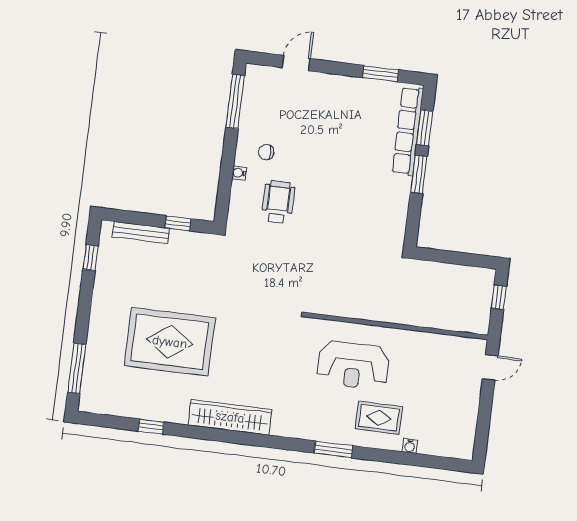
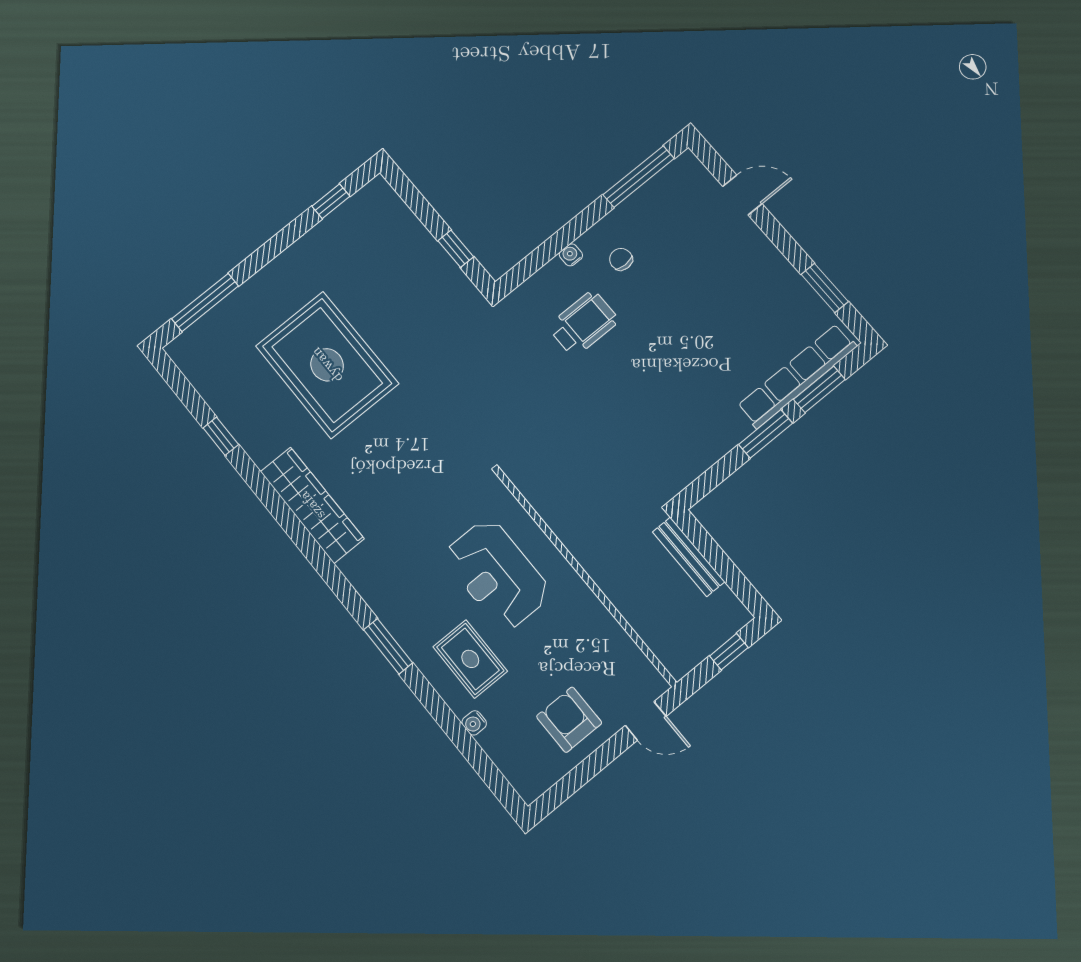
bench: (141, 233) -> (689, 557), moved
armchair: (453, 401) -> (569, 720), added

